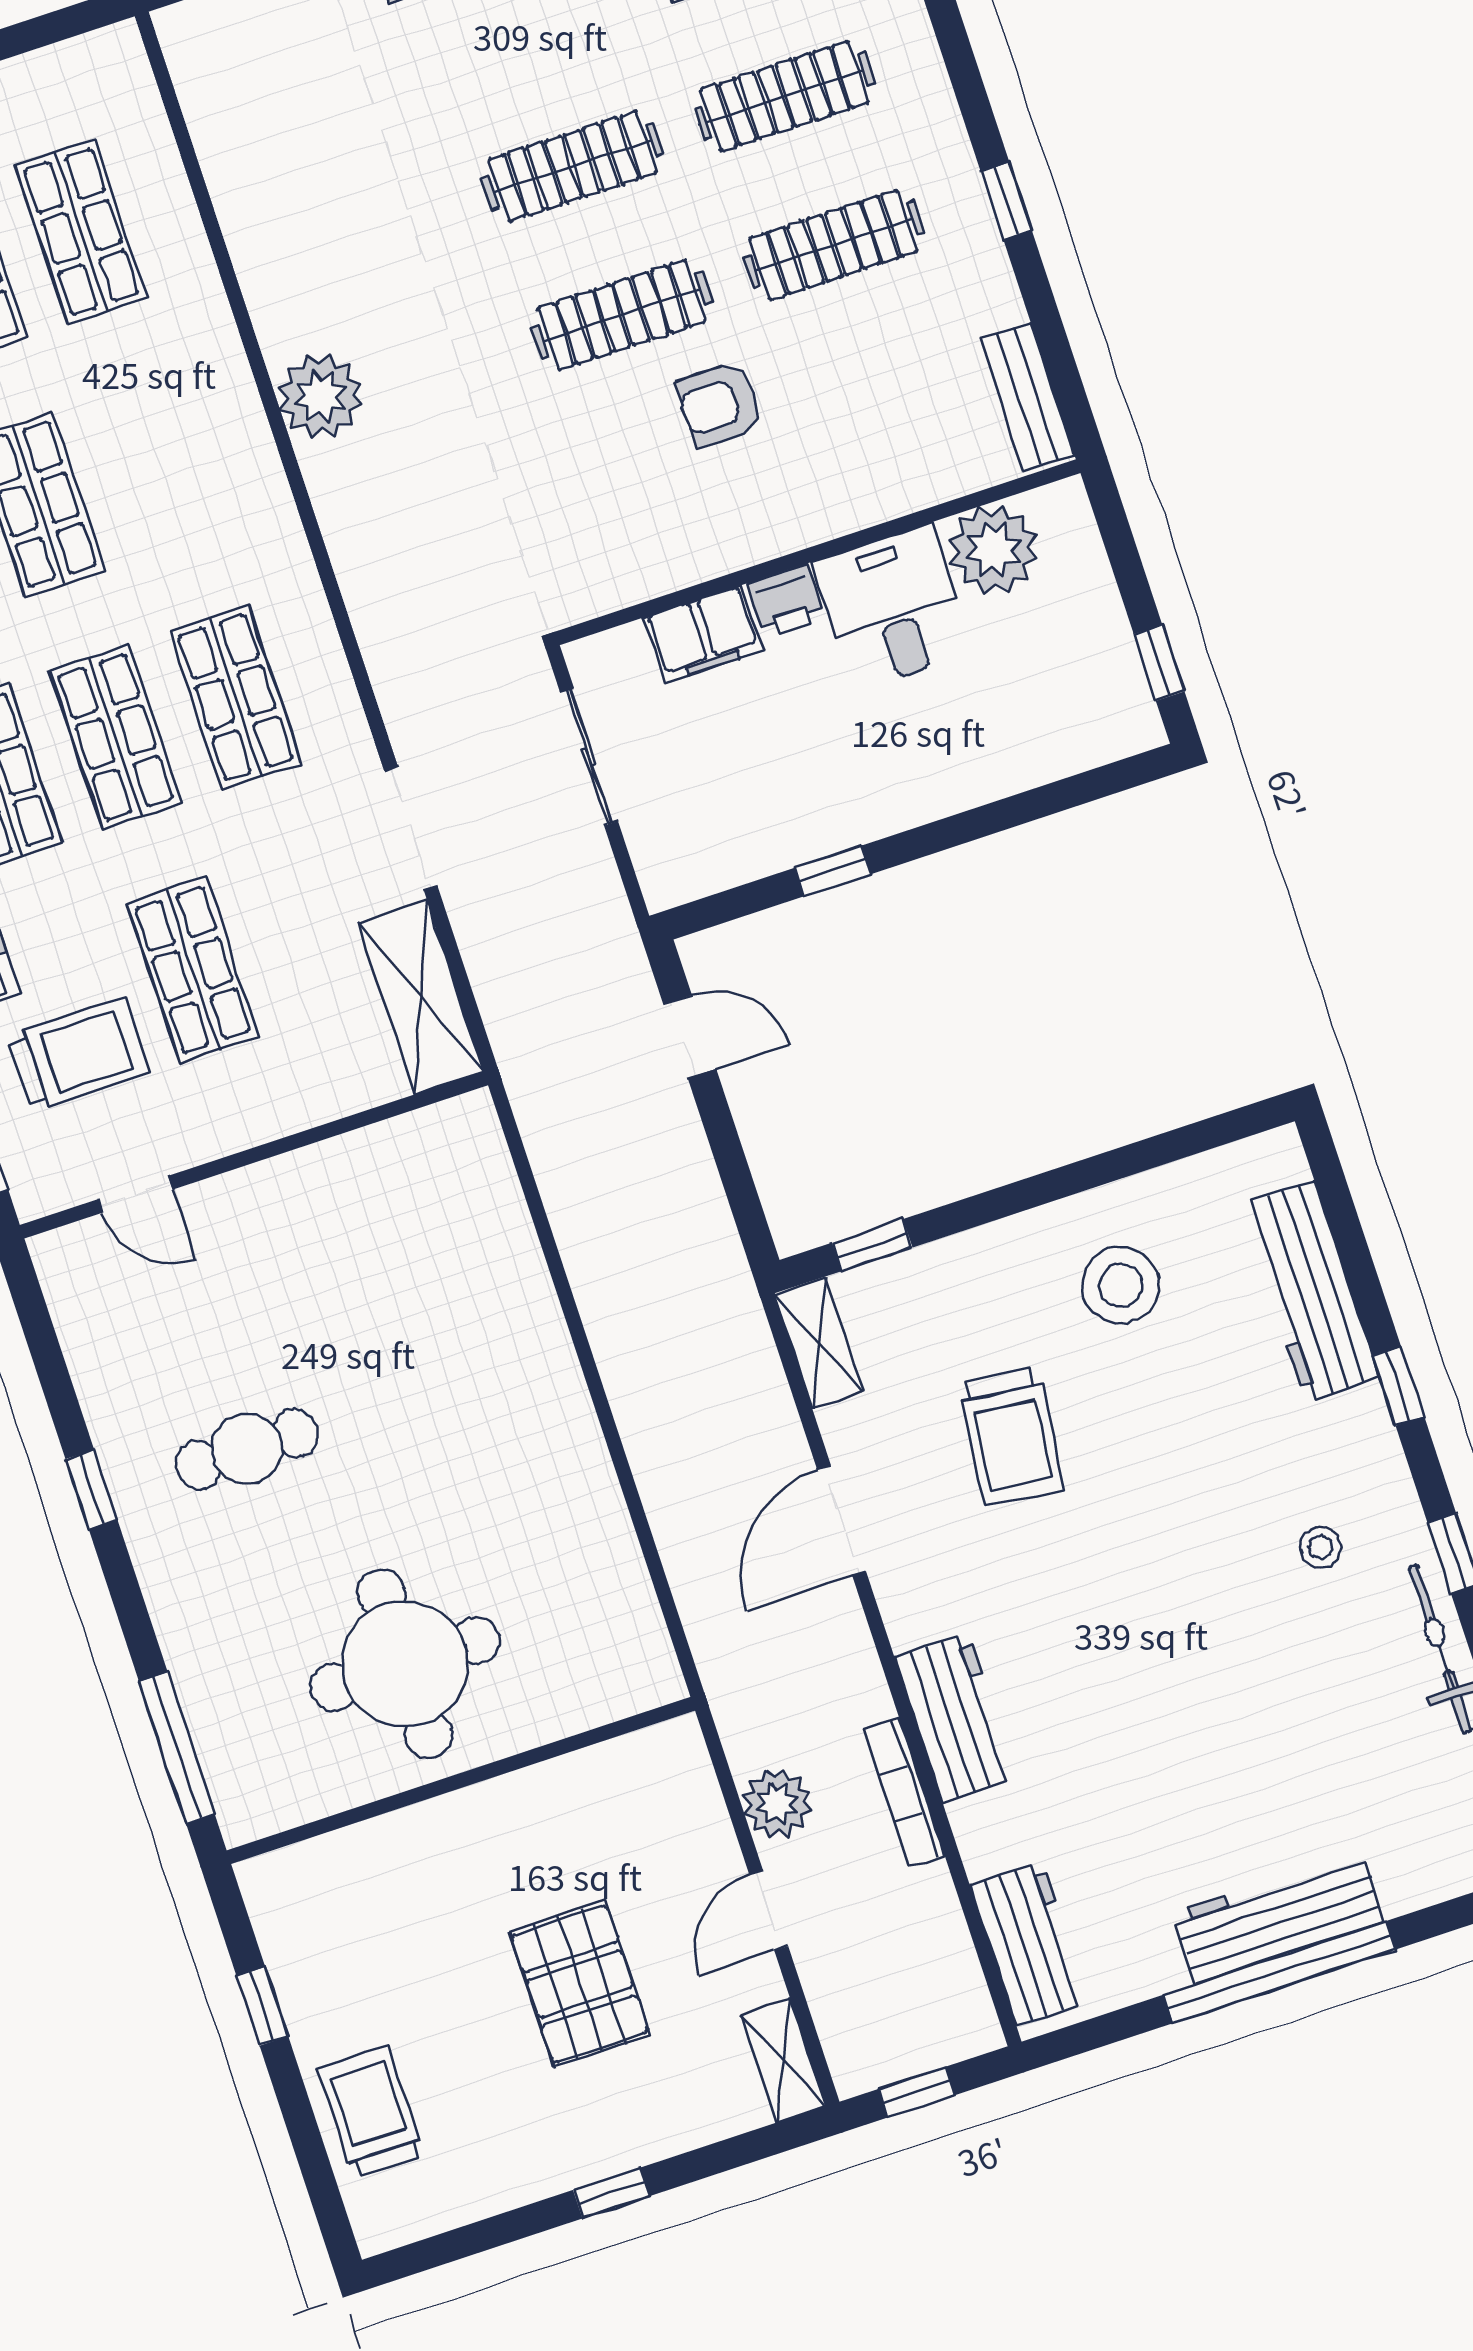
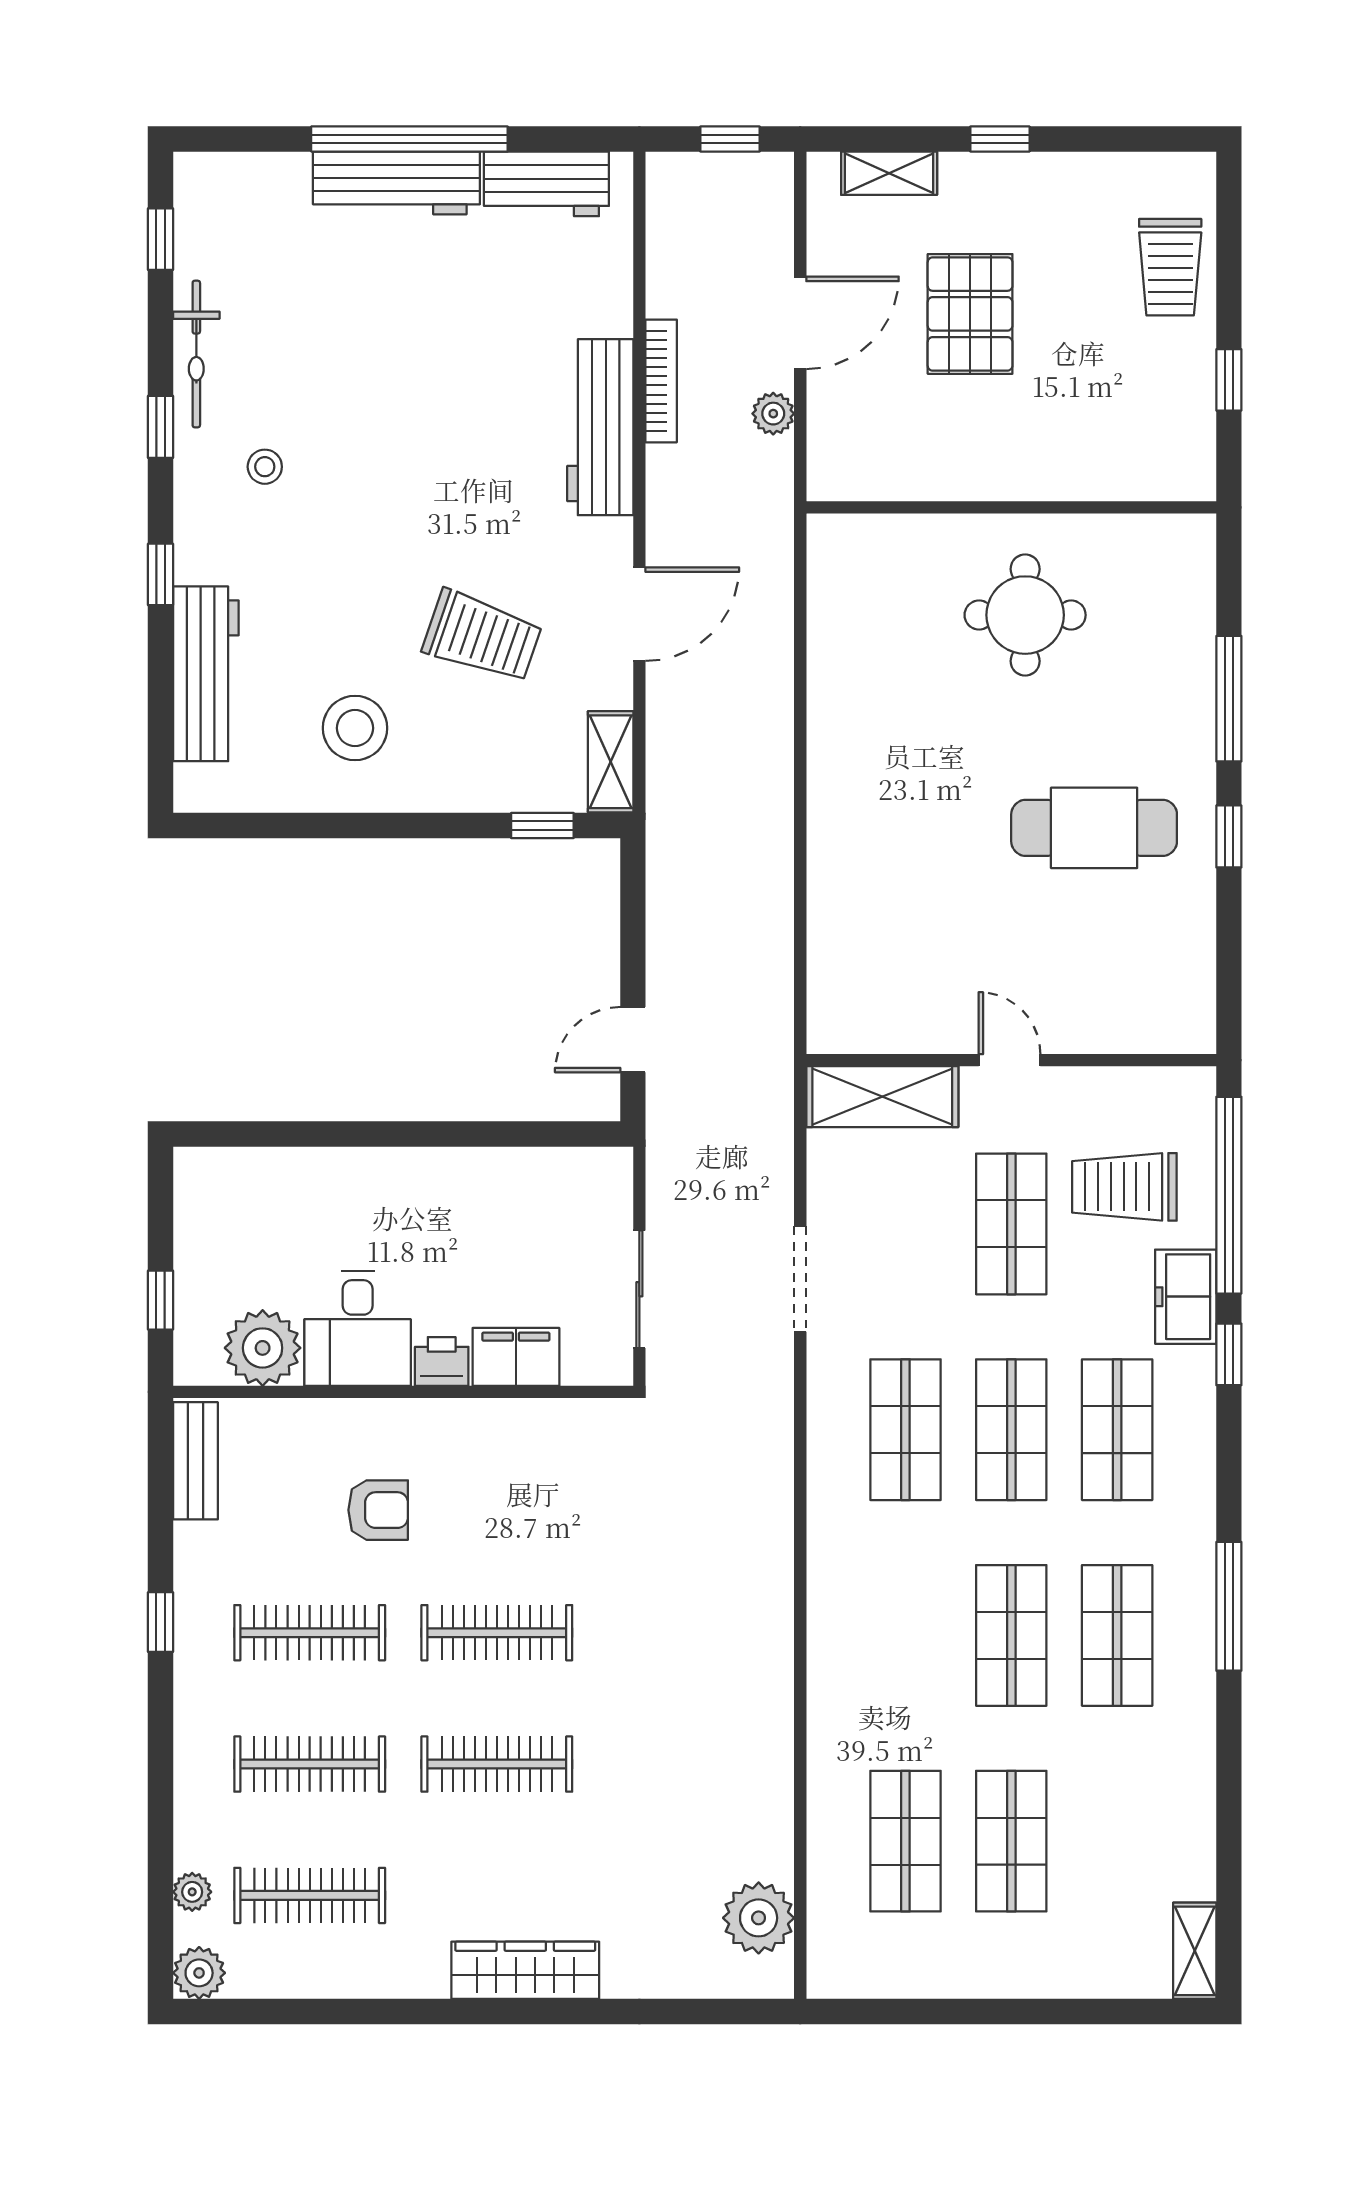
plant: (320, 396) -> (759, 1918), moved
armchair: (720, 404) -> (378, 1510), moved
window: (1159, 663) -> (161, 1300), moved
window: (833, 871) -> (475, 1134), removed
shelving: (421, 997) -> (882, 1097), moved, turned 90
door: (690, 1037) -> (633, 1040), hinge flipped
door: (135, 1194) -> (1009, 1060), moved
trolley: (1011, 1437) -> (482, 636), turned 103
cafe table: (247, 1449) -> (1094, 828), width x1.37, depth x1.35
round table: (405, 1664) -> (1025, 615), width x0.73, depth x0.73
workbench: (956, 1717) -> (600, 427), width x1.38
window: (177, 1748) -> (1229, 699), moved
plant: (777, 1803) -> (773, 414), width x0.73, depth x0.73
door: (769, 1910) -> (800, 323), width x1.38
workbench: (1030, 1944) -> (546, 184), moved, turned -90
shelving: (784, 2060) -> (889, 173), moved, turned 90

